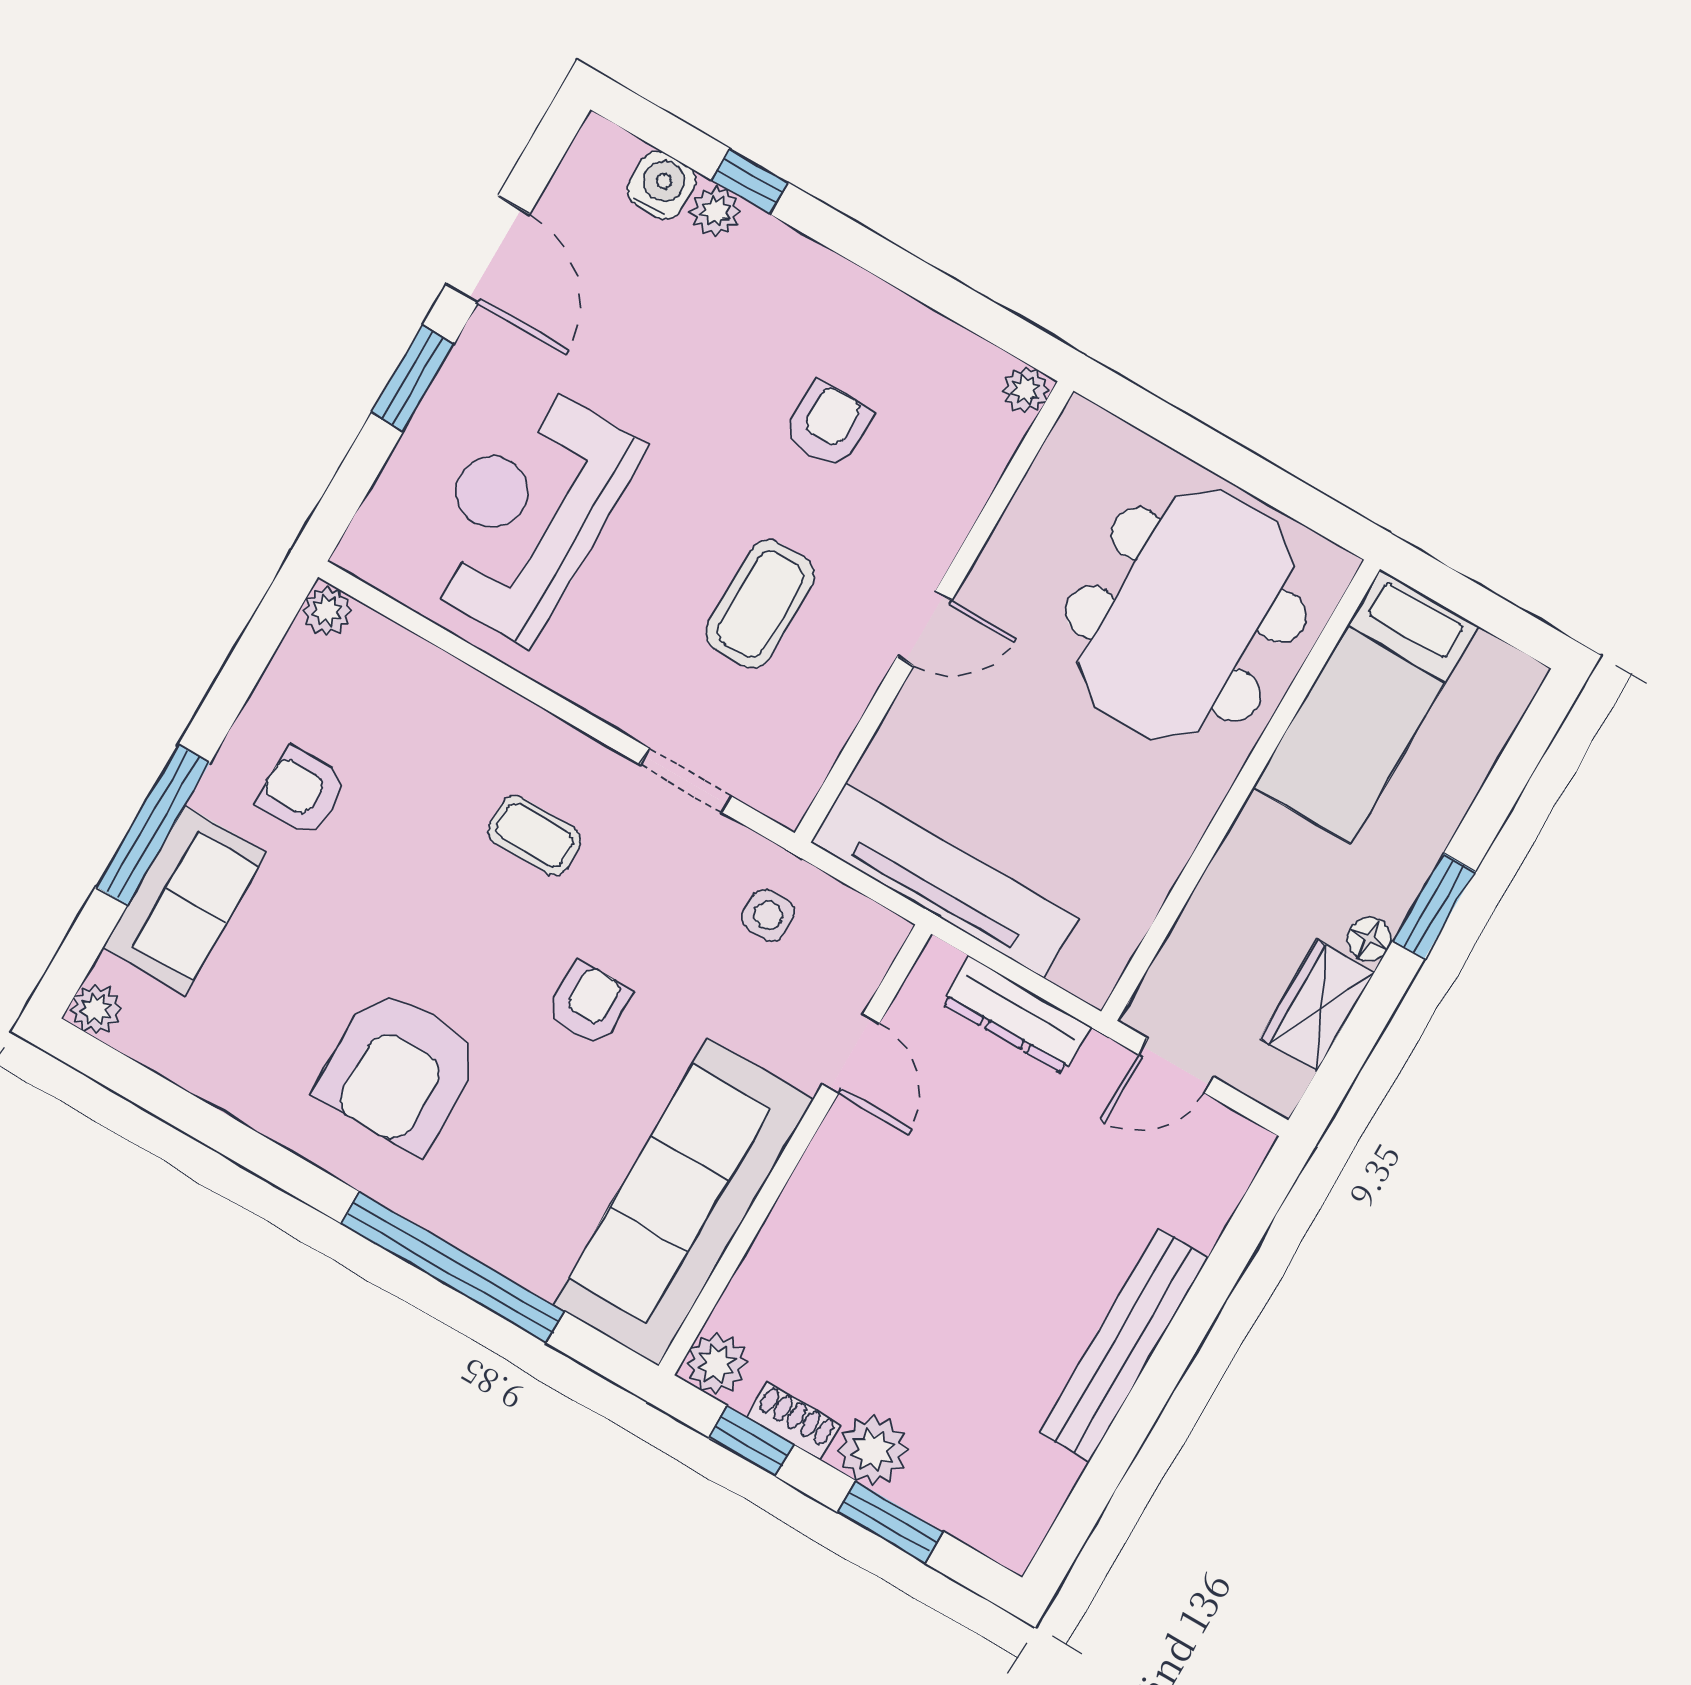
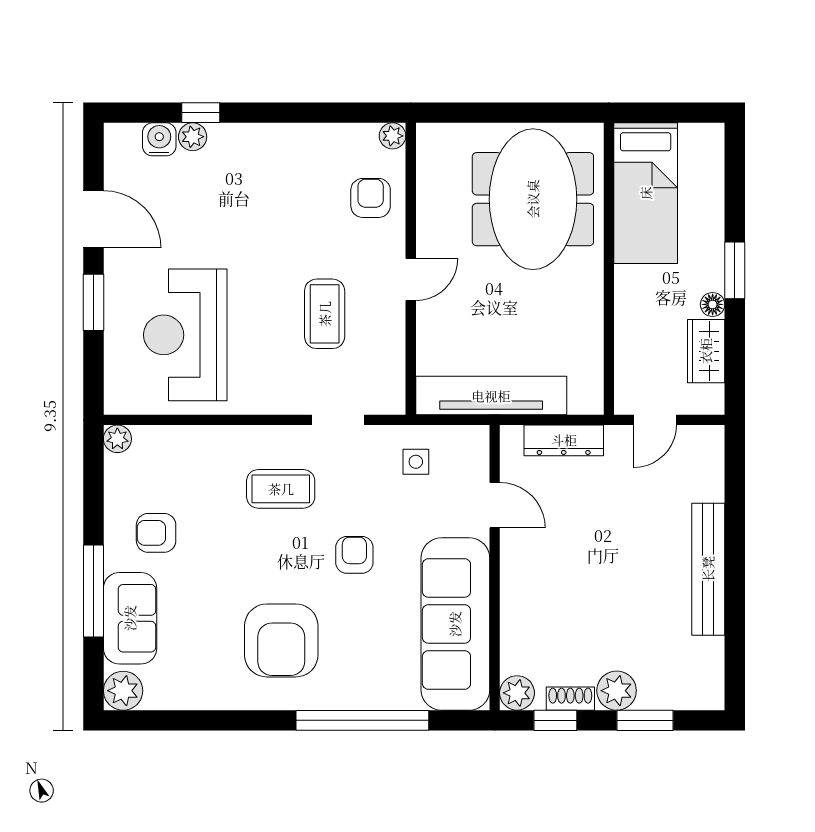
armchair: (828, 425) -> (371, 198), moved
coffee table: (535, 835) -> (281, 489), width x1.36, depth x1.30
plant: (96, 1009) -> (123, 691), width x1.38, depth x1.38

